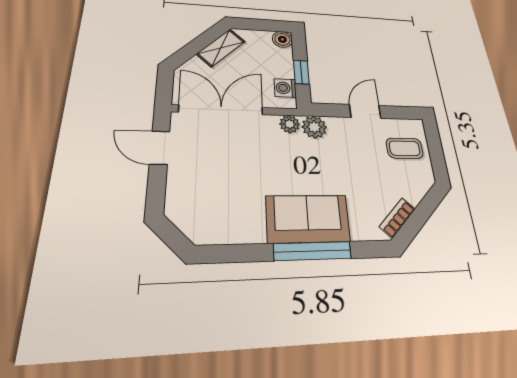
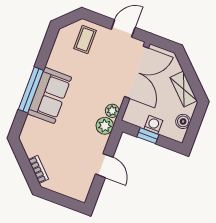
boiler: (282, 39) -> (183, 121), moved
washing machine: (285, 88) -> (153, 125), moved
coffee table: (405, 148) -> (85, 39), moved
bookcase: (397, 218) -> (38, 169), moved

